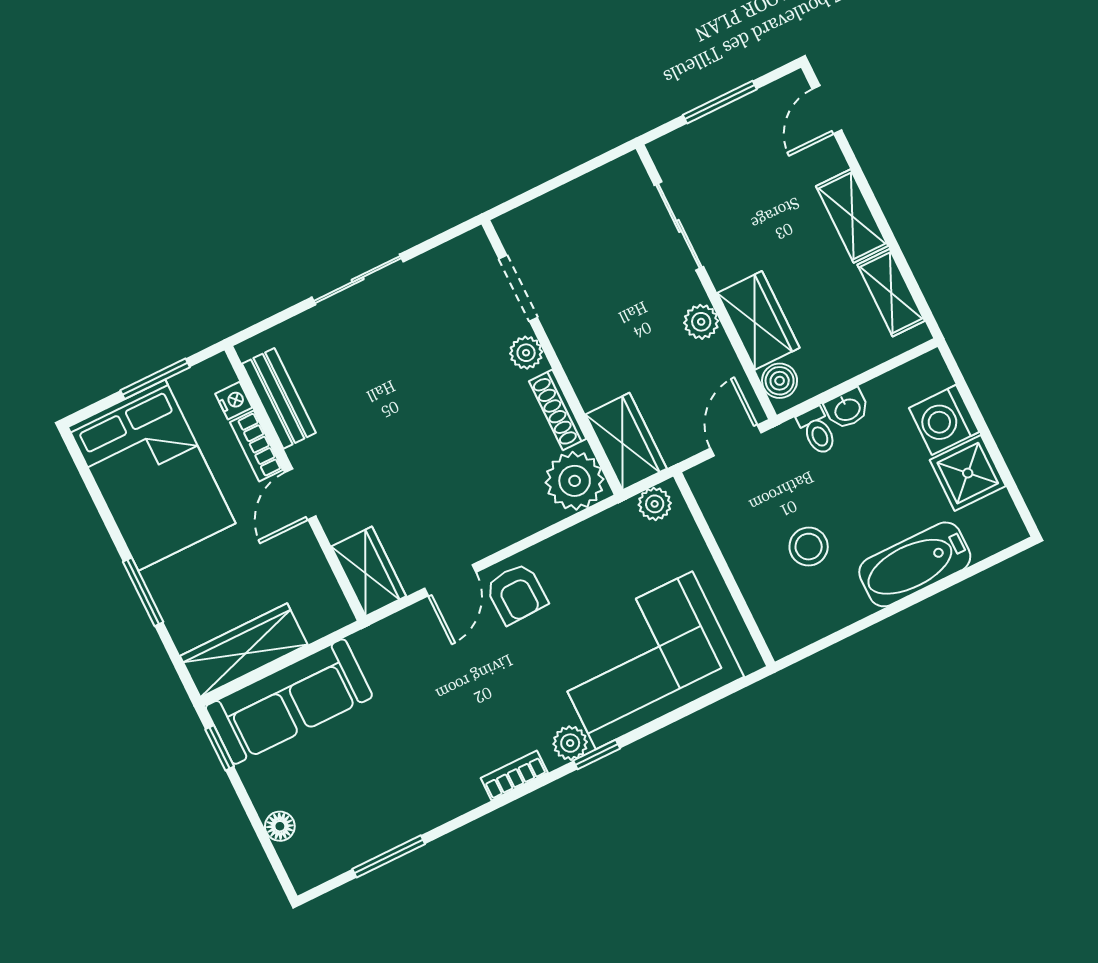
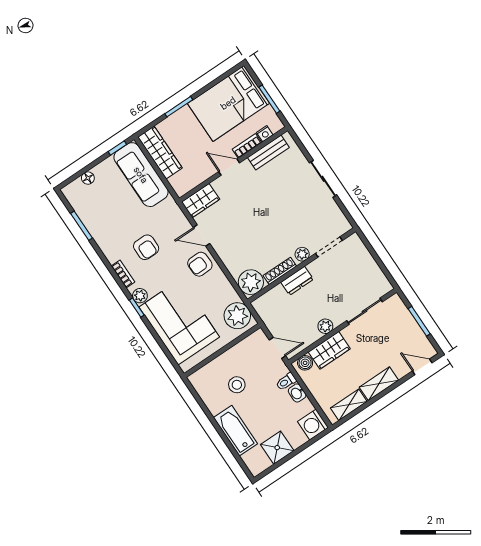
dresser: (586, 373) -> (297, 281), added
washing machine: (944, 420) -> (313, 425), moved, turned -90
wardrobe: (626, 442) -> (270, 302), removed
plant: (655, 504) -> (237, 316), width x1.88, depth x1.88
armchair: (460, 713) -> (146, 247), added

